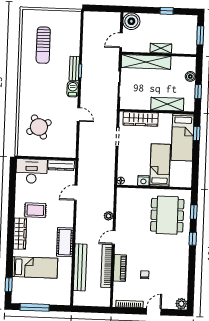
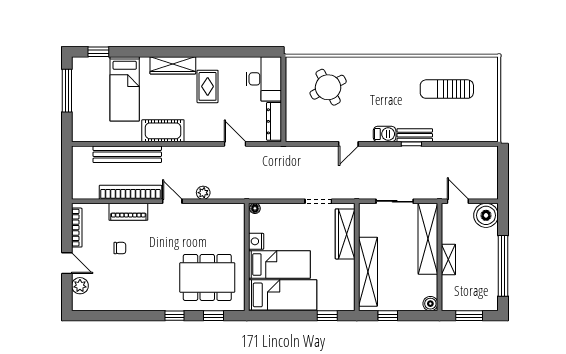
window: (167, 11) -> (503, 266), width x3.17
boiler: (190, 76) -> (430, 304), moved
shelving: (167, 104) -> (368, 272), width x1.47
bed: (183, 137) -> (283, 295), moved, turned 180
plant: (181, 304) -> (80, 286), moved

